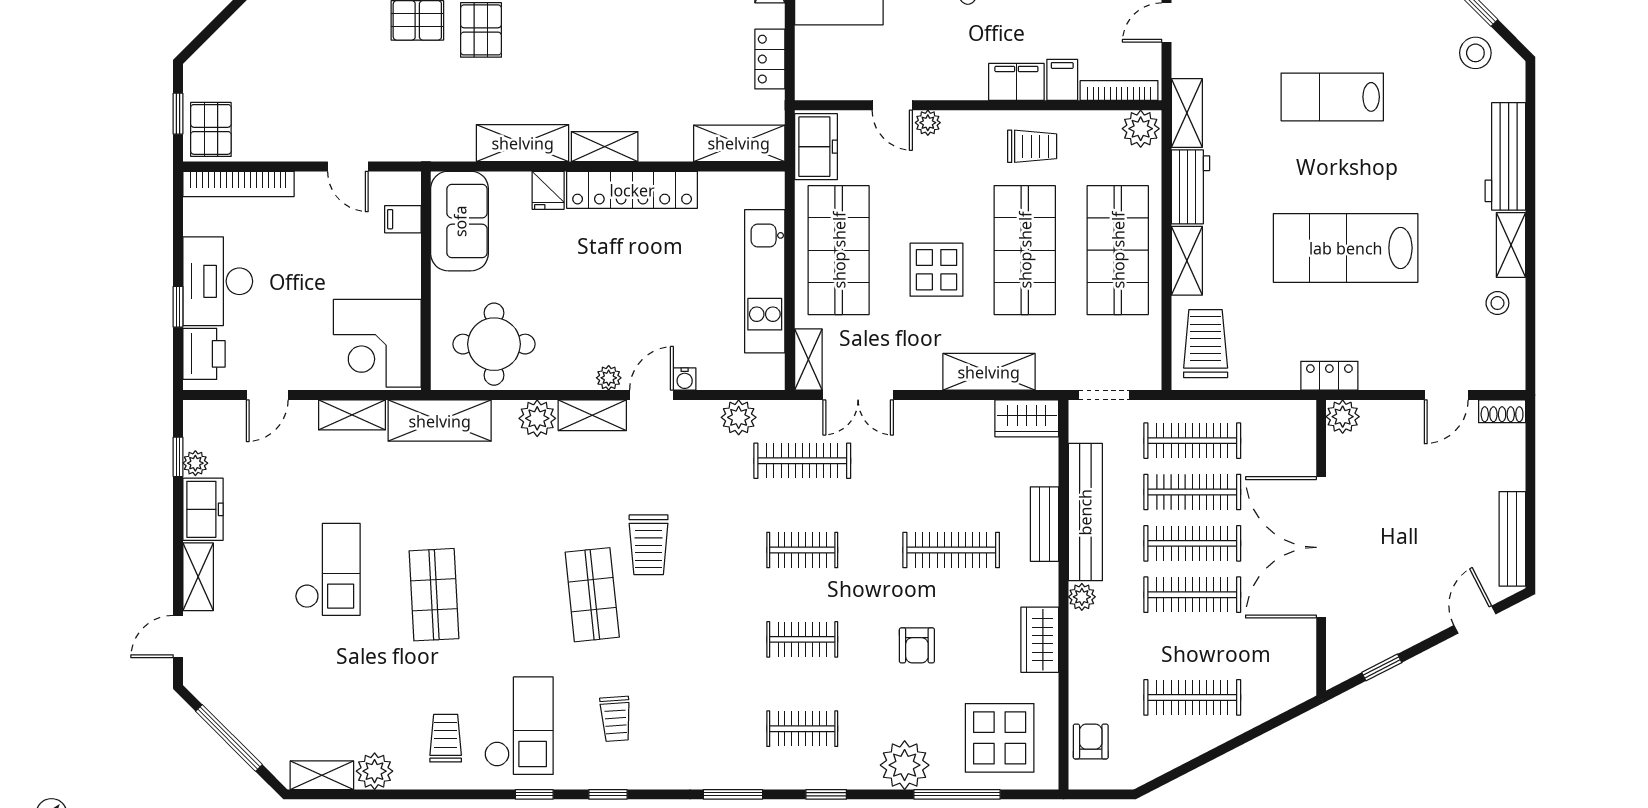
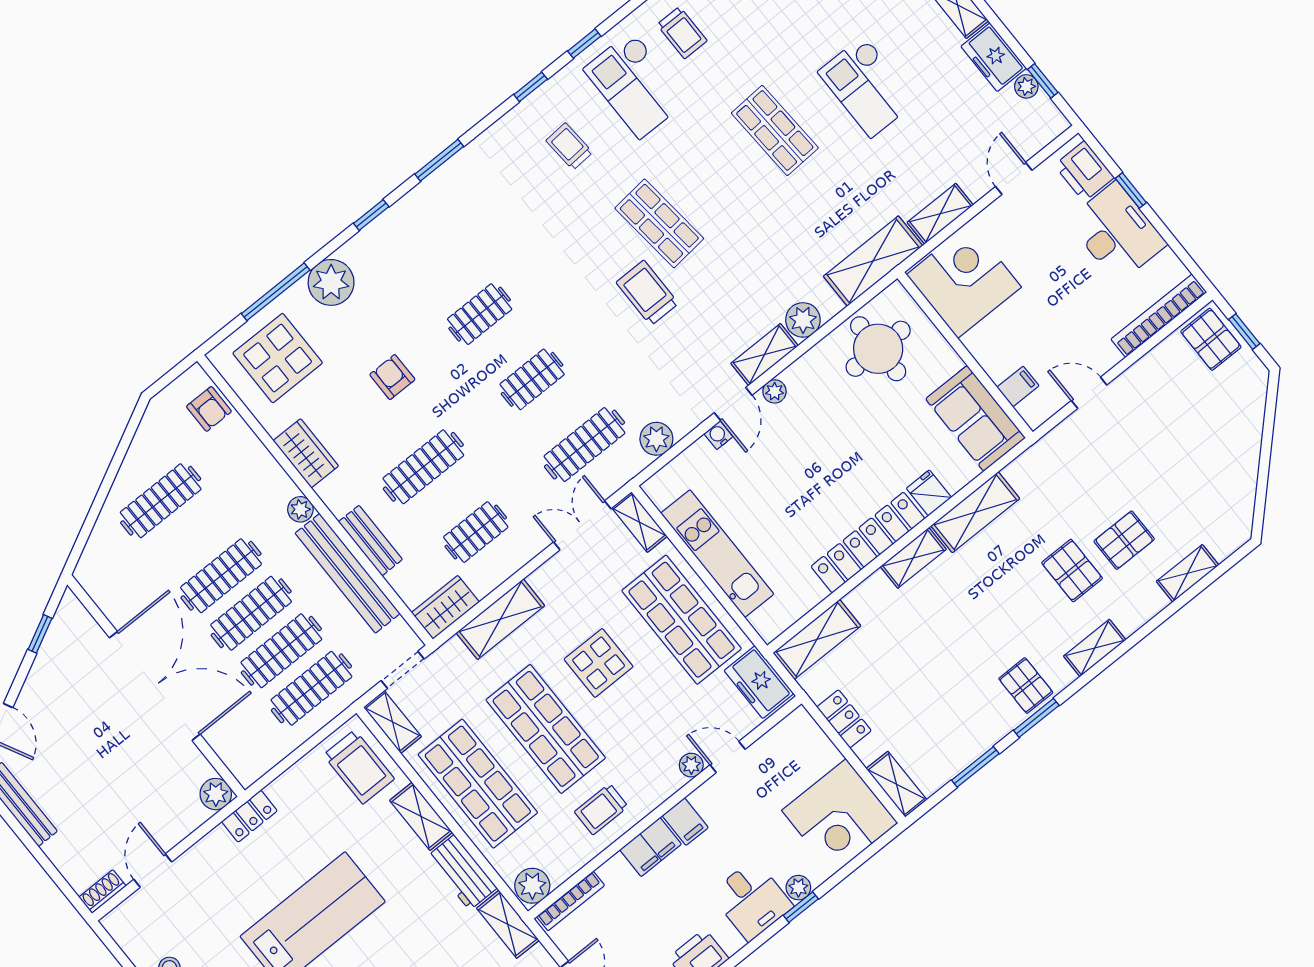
filing cabinet: (1062, 80) -> (685, 822), moved
shelving: (1147, 358) -> (392, 722), added
clothes rail: (802, 729) -> (476, 532), moved

